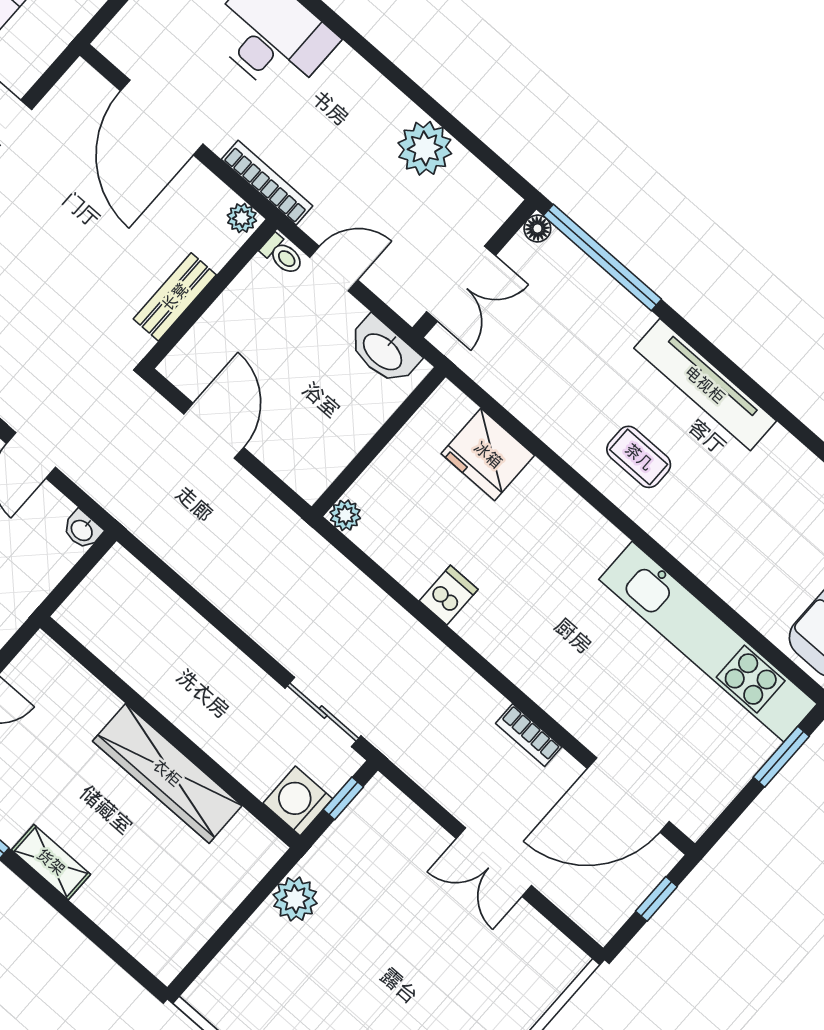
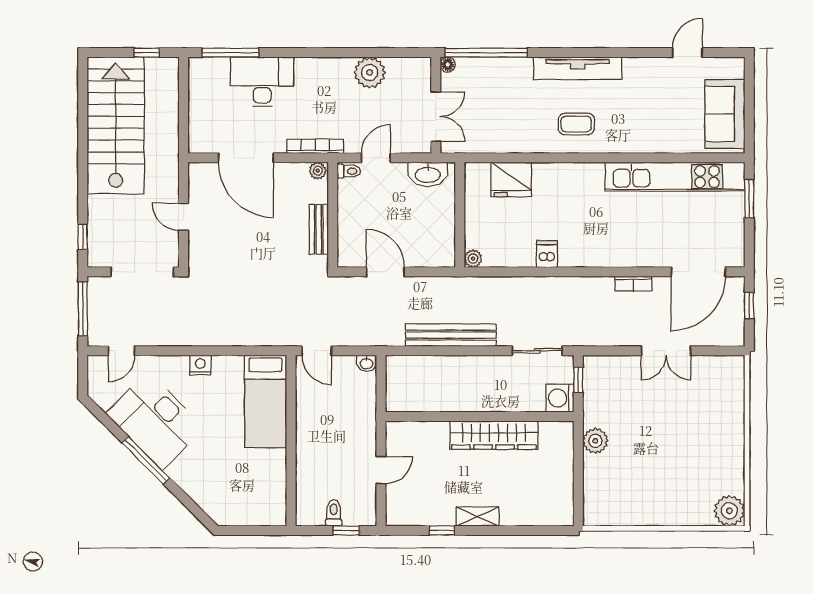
bench: (227, 591) -> (451, 335), added

